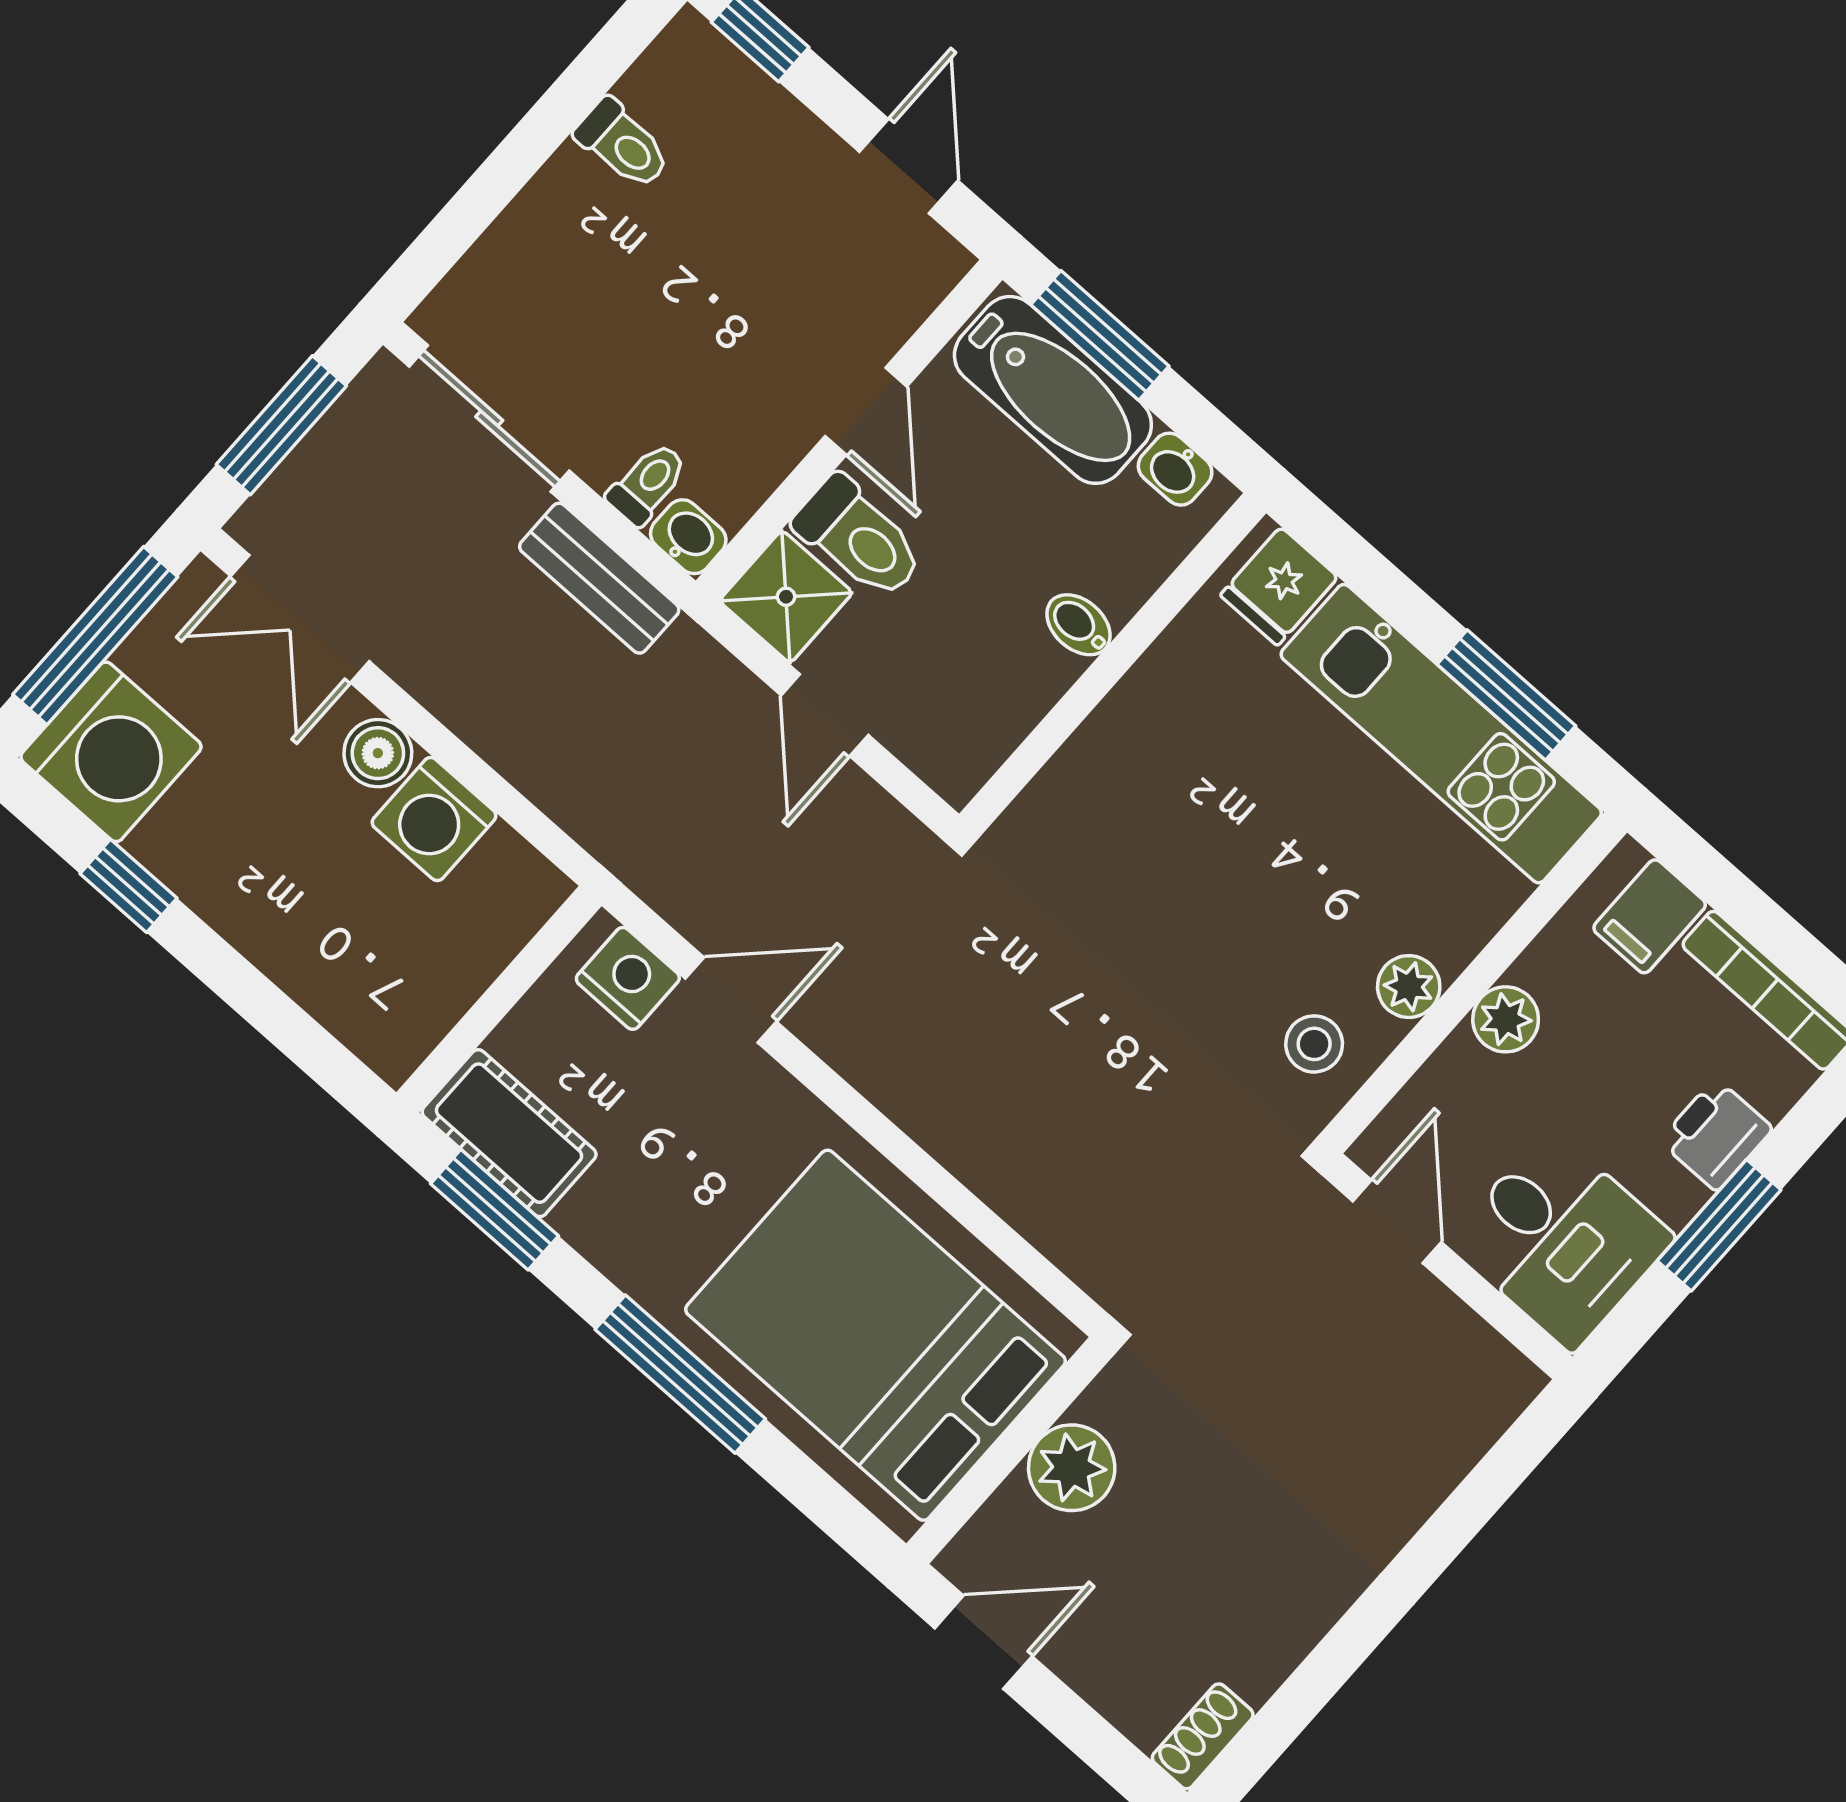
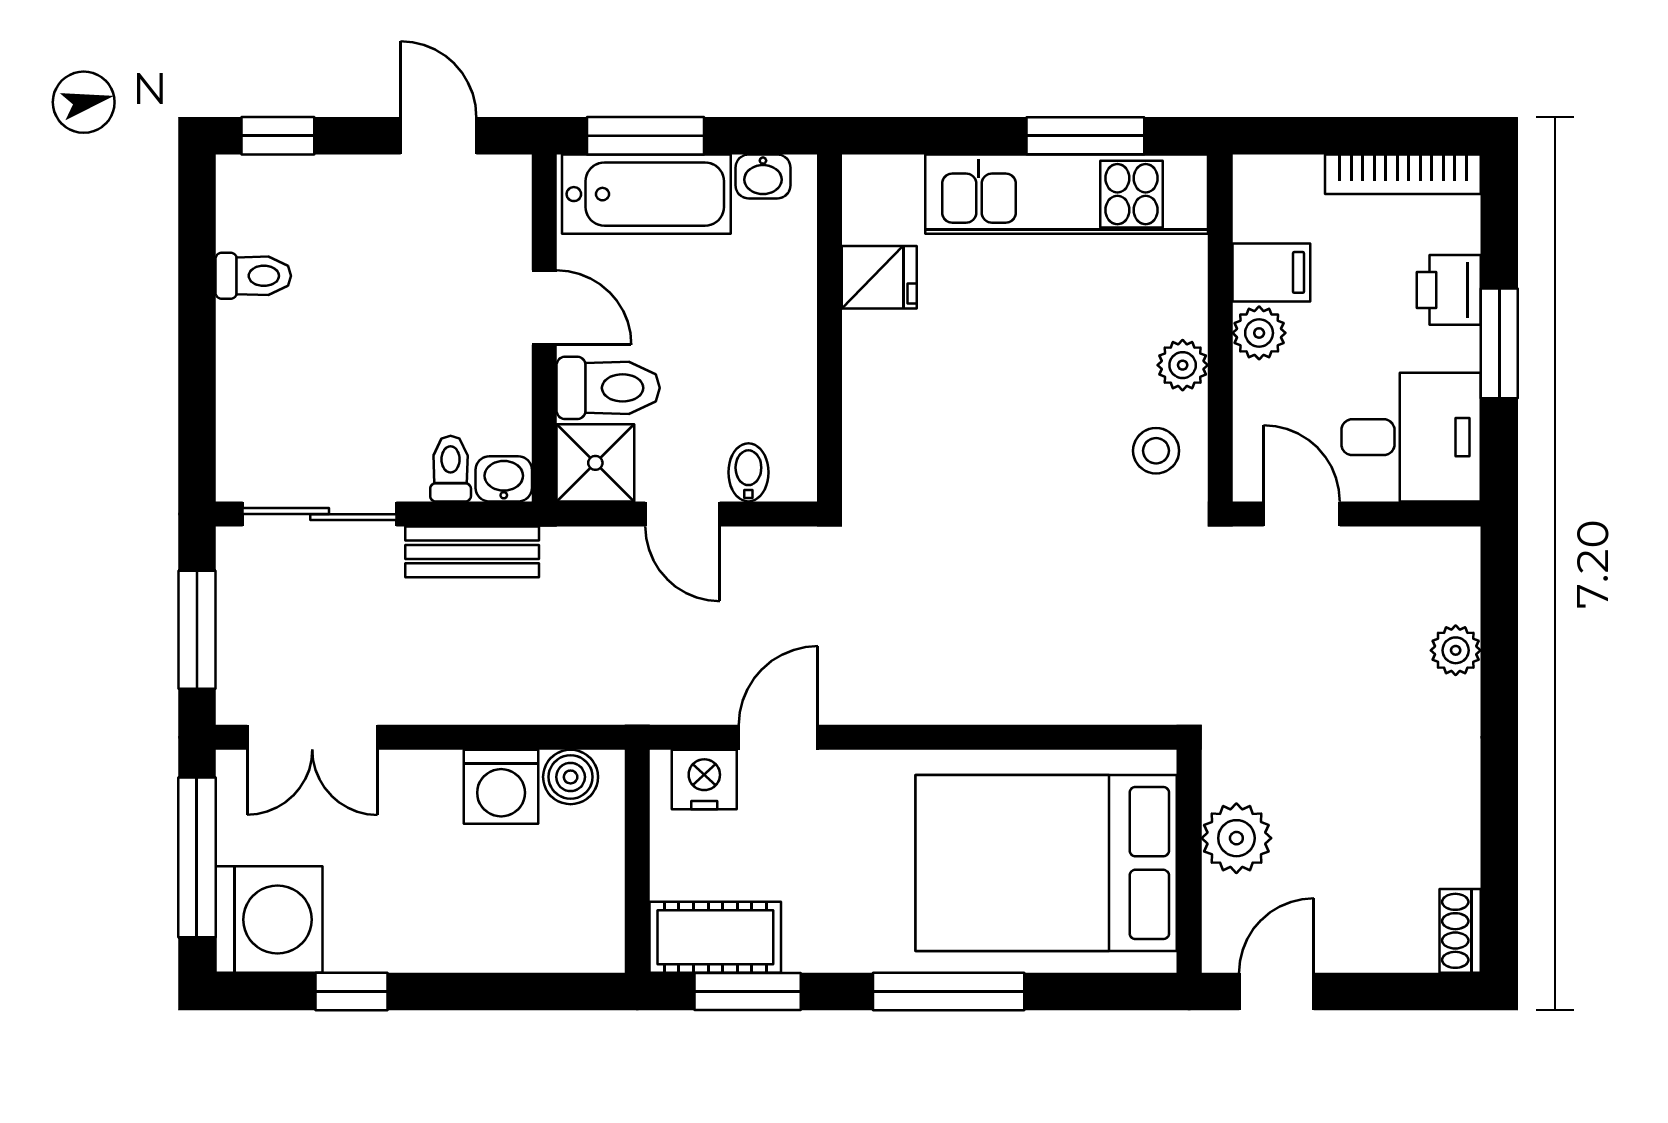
fridge: (1279, 586) -> (879, 277), moved, turned -90
bidet: (1078, 625) -> (748, 472), moved, turned 90
boiler: (378, 753) -> (571, 777), moved
filing cabinet: (1650, 916) -> (1271, 272), moved, turned -90
plant: (1428, 1473) -> (1456, 650), added

